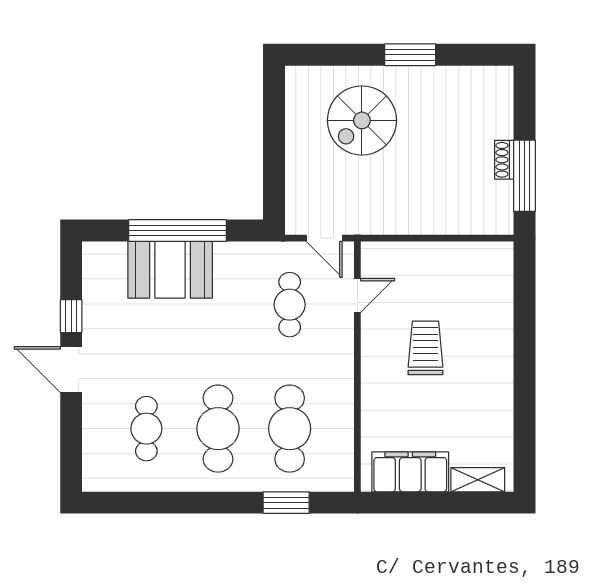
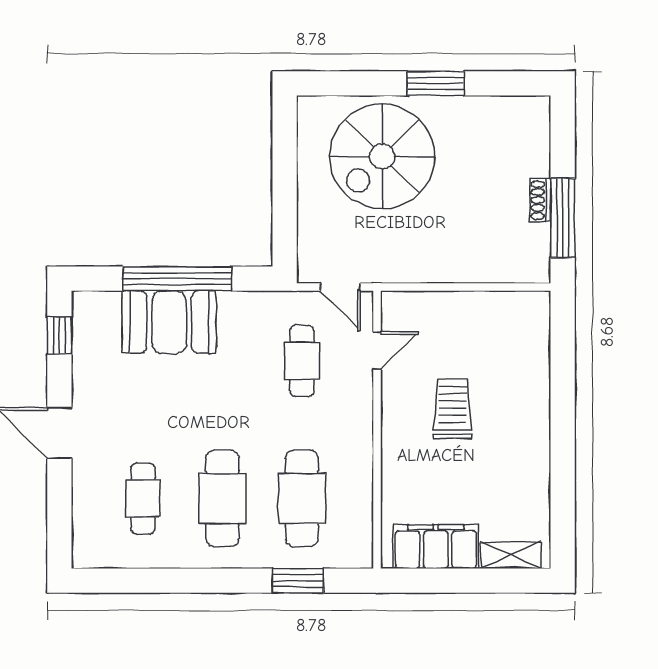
spiral stairs: (362, 120) -> (382, 156), width x1.37, depth x1.37
window: (71, 316) -> (59, 336), moved

